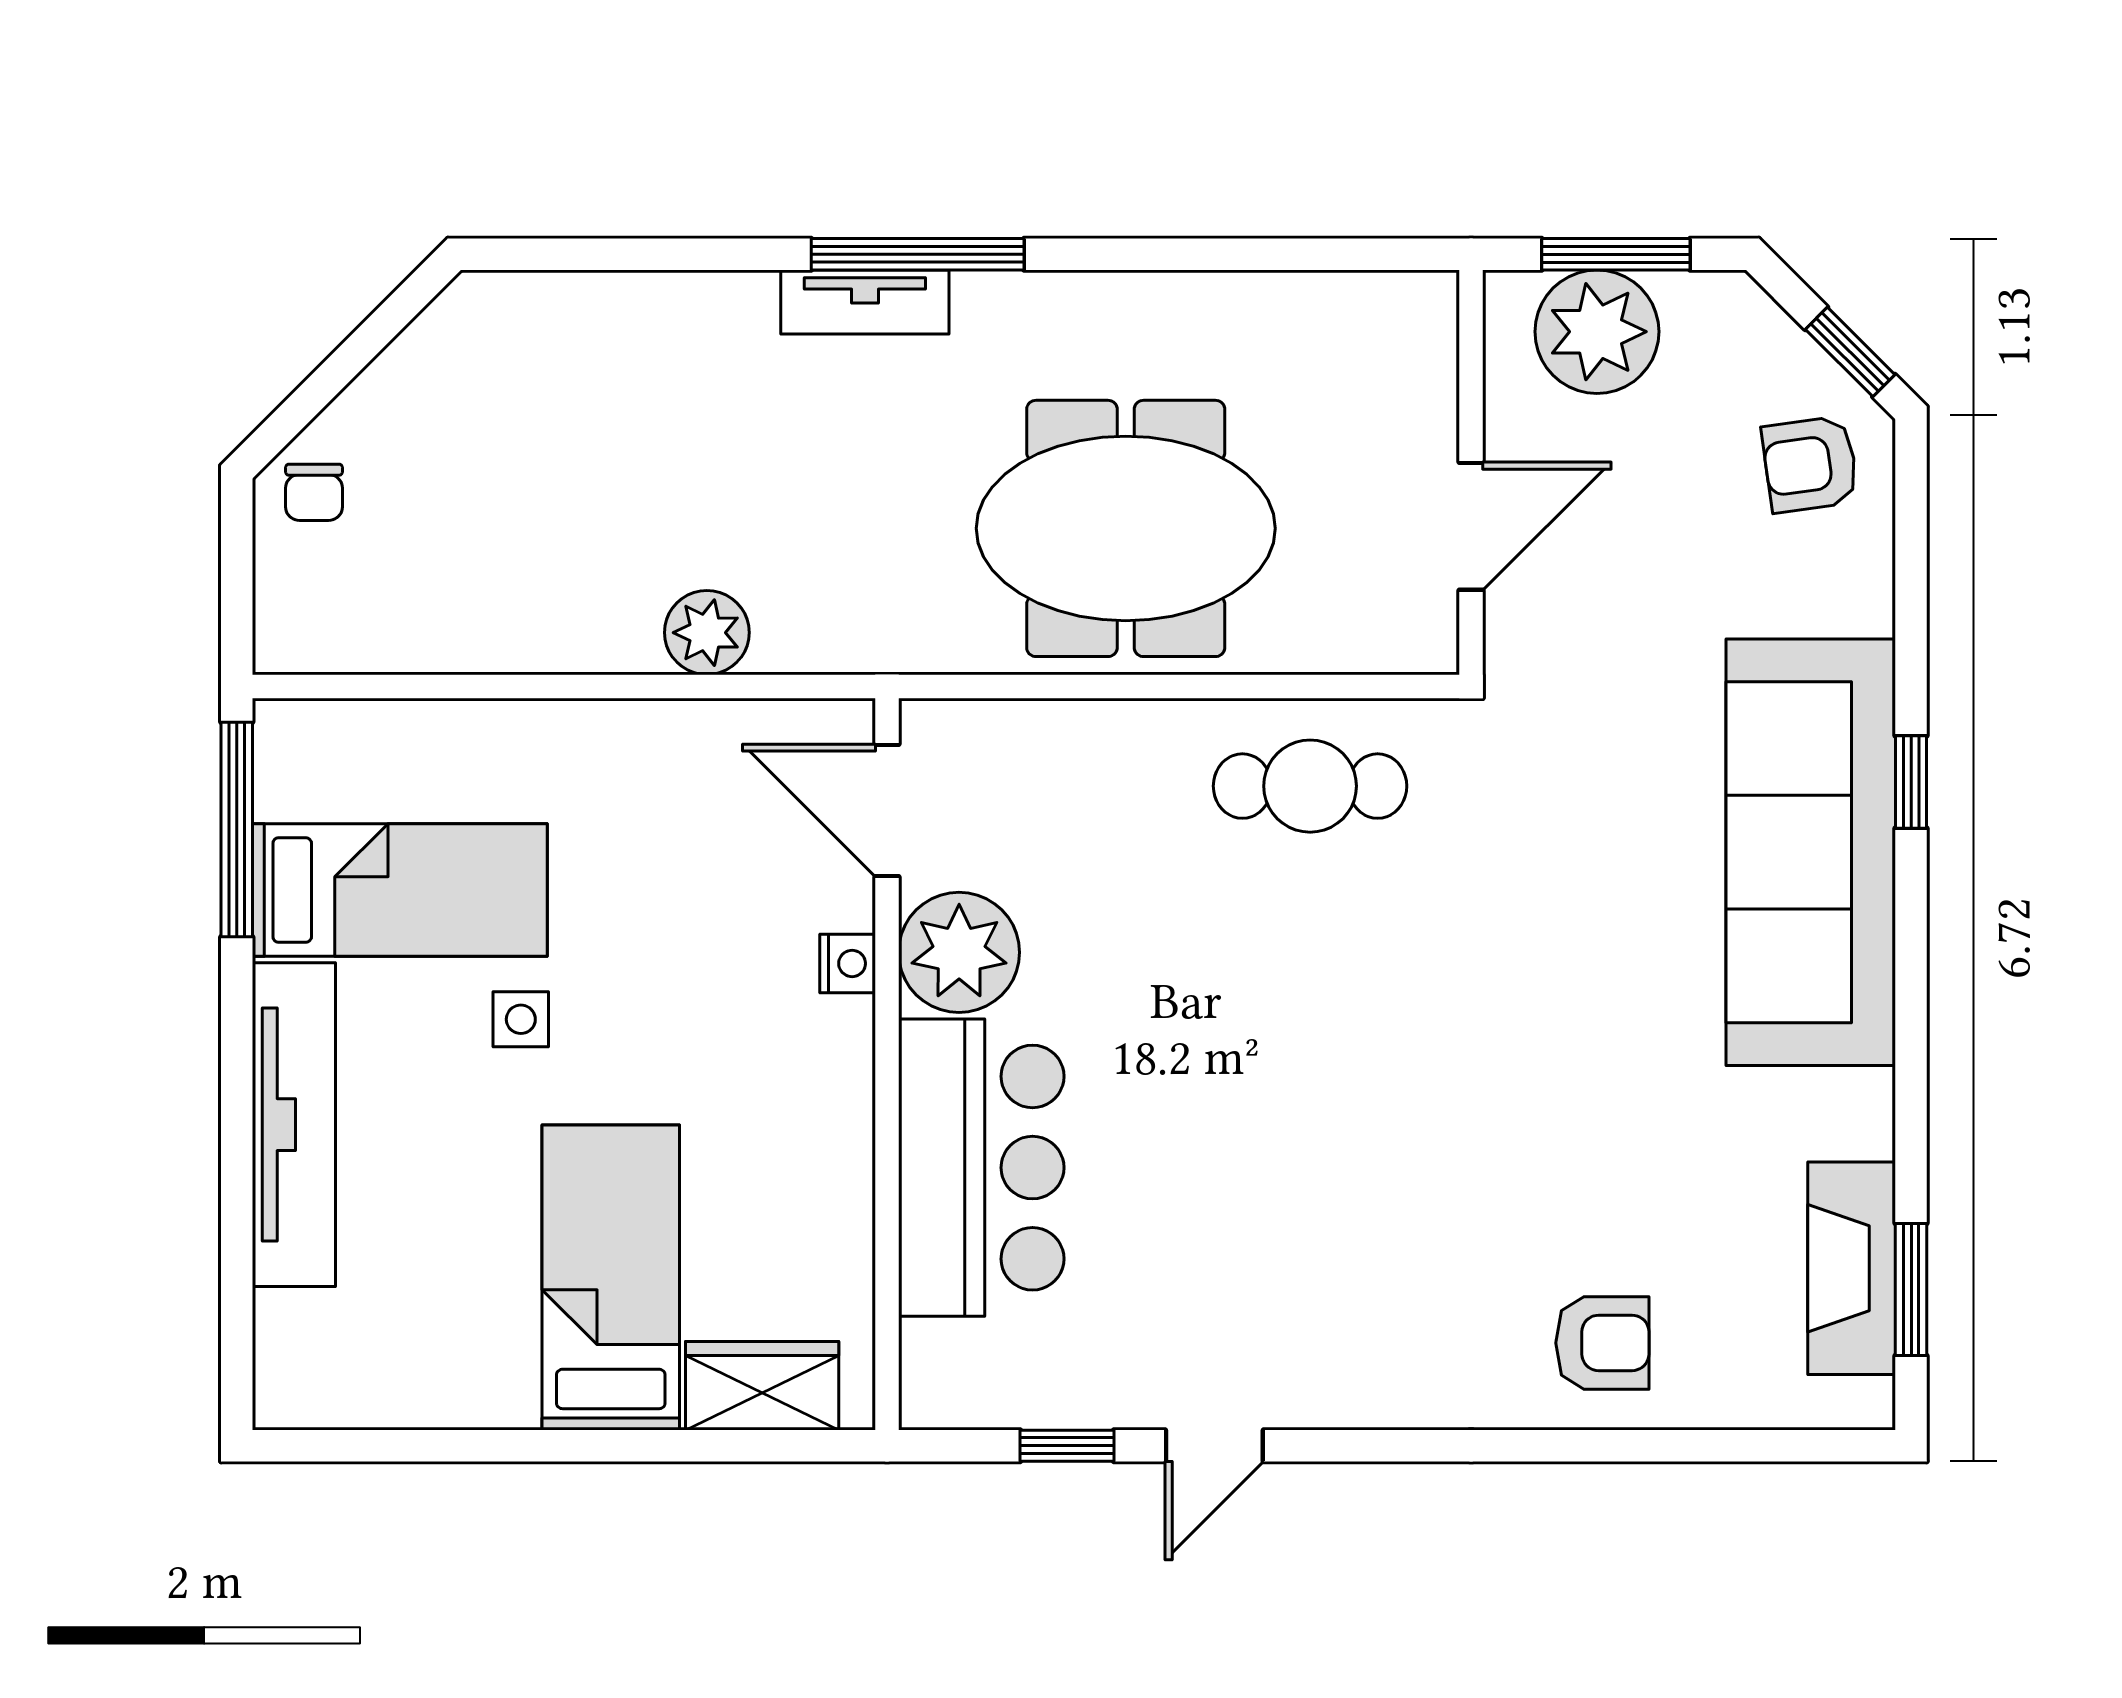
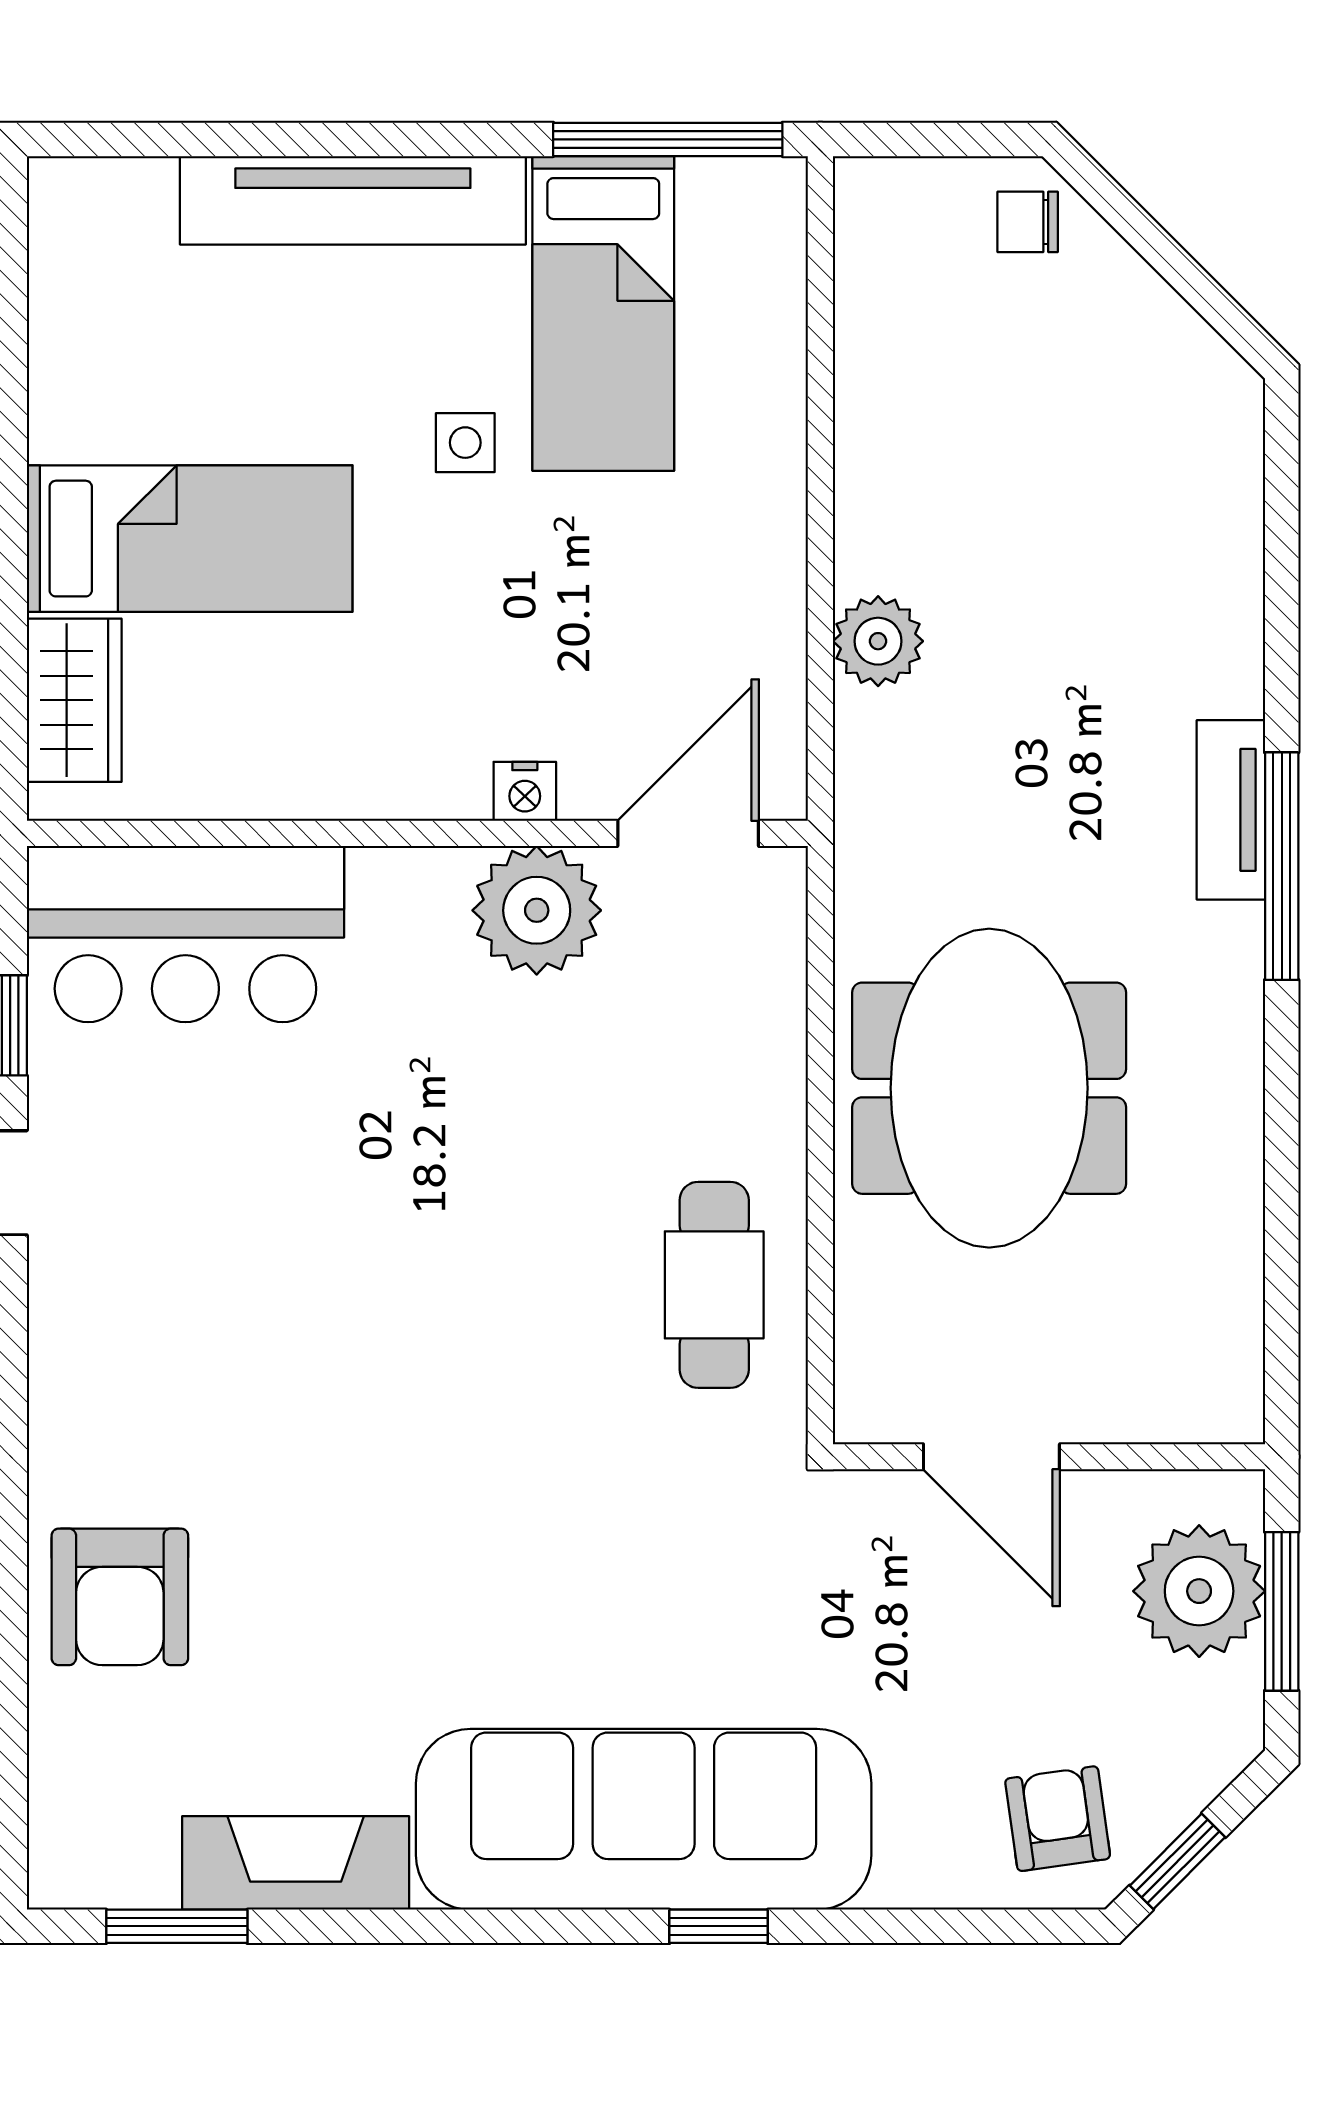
bar counter: (981, 1168) -> (185, 934), moved
fireplace: (1852, 1268) -> (296, 1863), moved
armchair: (1602, 1343) -> (120, 1597), width x1.38, depth x1.38

